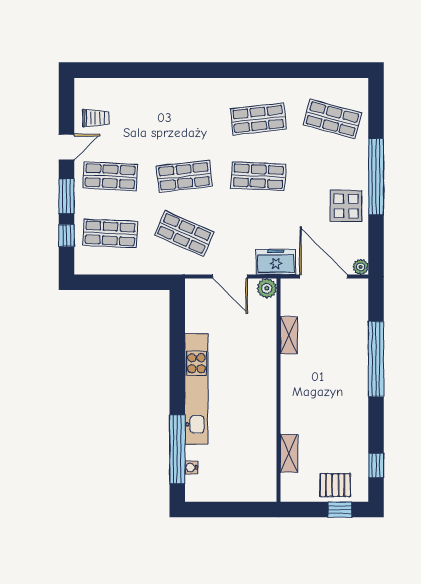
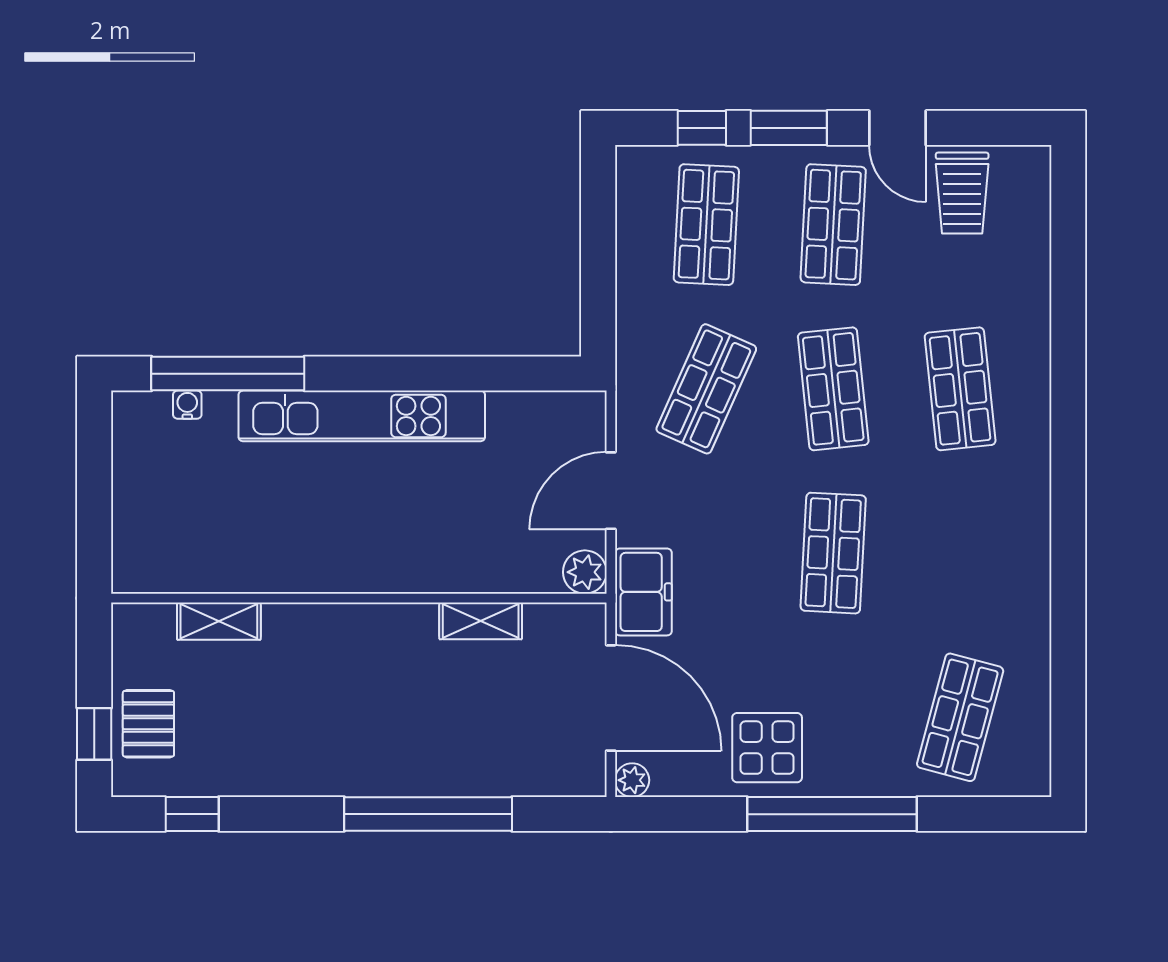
trolley: (96, 118) -> (962, 193), width x1.36, depth x1.39
shop shelf: (258, 119) -> (960, 389), moved
door: (324, 276) -> (611, 698), hinge flipped

